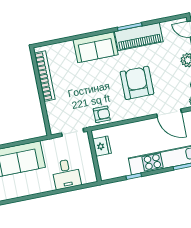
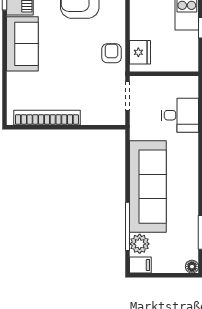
fridge: (102, 146) -> (140, 52), moved, turned 90

